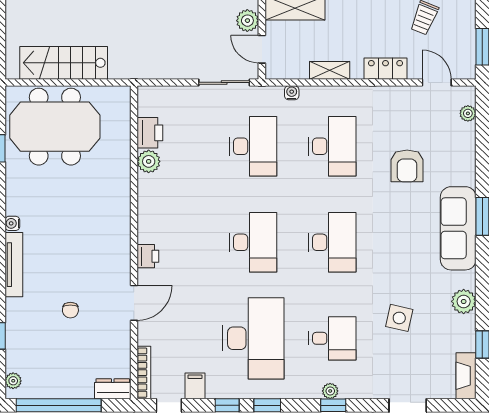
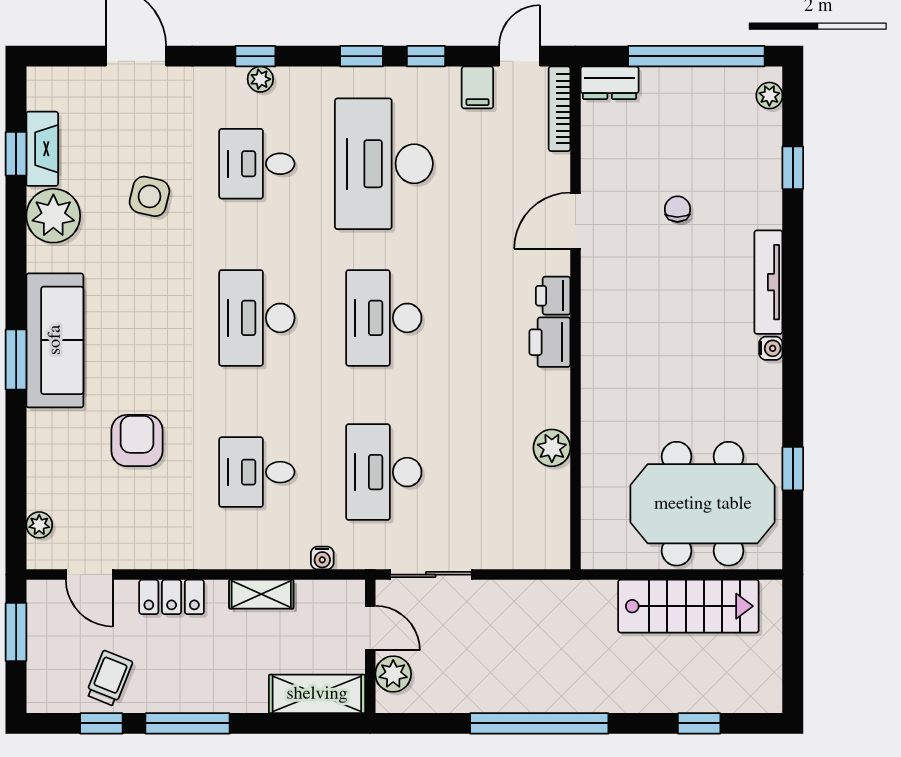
printer: (150, 133) -> (550, 342), moved
desk: (332, 146) -> (257, 472), width x0.73
plant: (464, 301) -> (53, 216), width x1.36, depth x1.36
fireplace: (466, 376) -> (42, 149), moved

